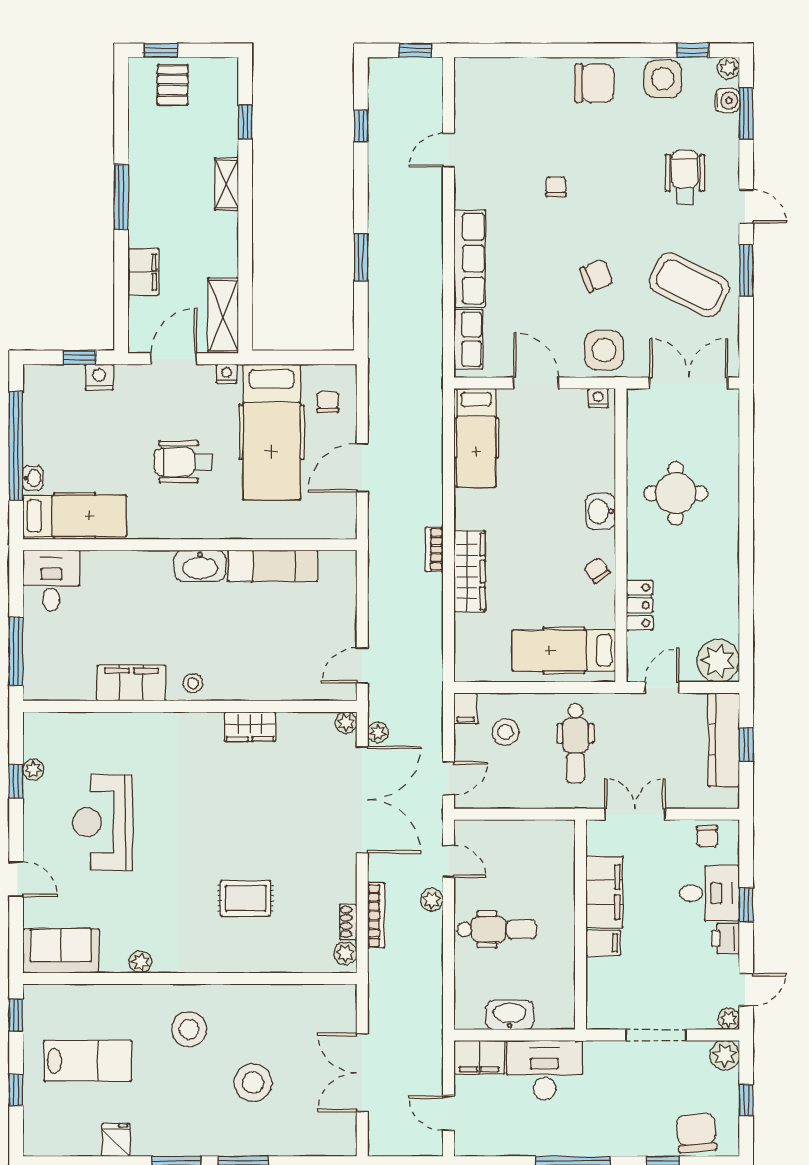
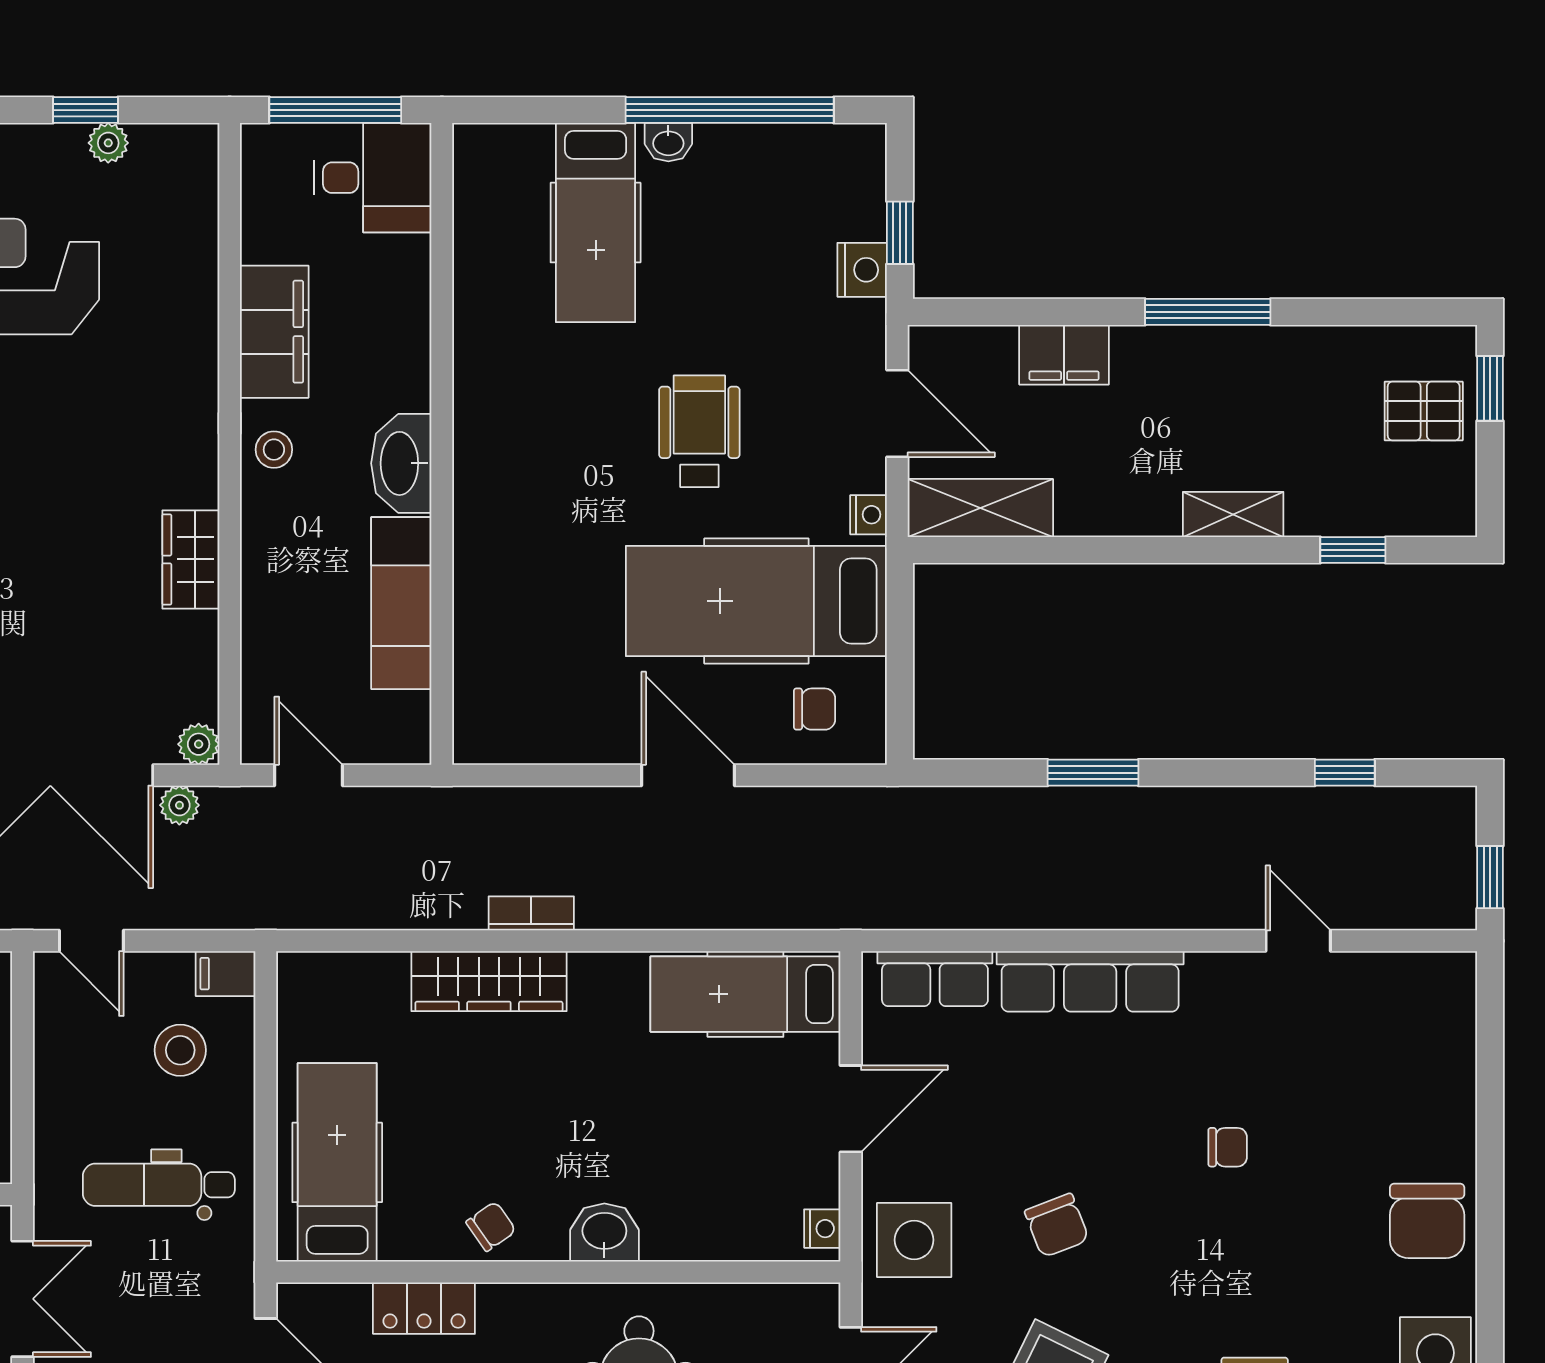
wall: (190, 545) -> (442, 444), moved
washbasin: (200, 566) -> (401, 463), moved
exam couch: (273, 566) -> (401, 603), moved
desk: (51, 581) -> (373, 178), moved

